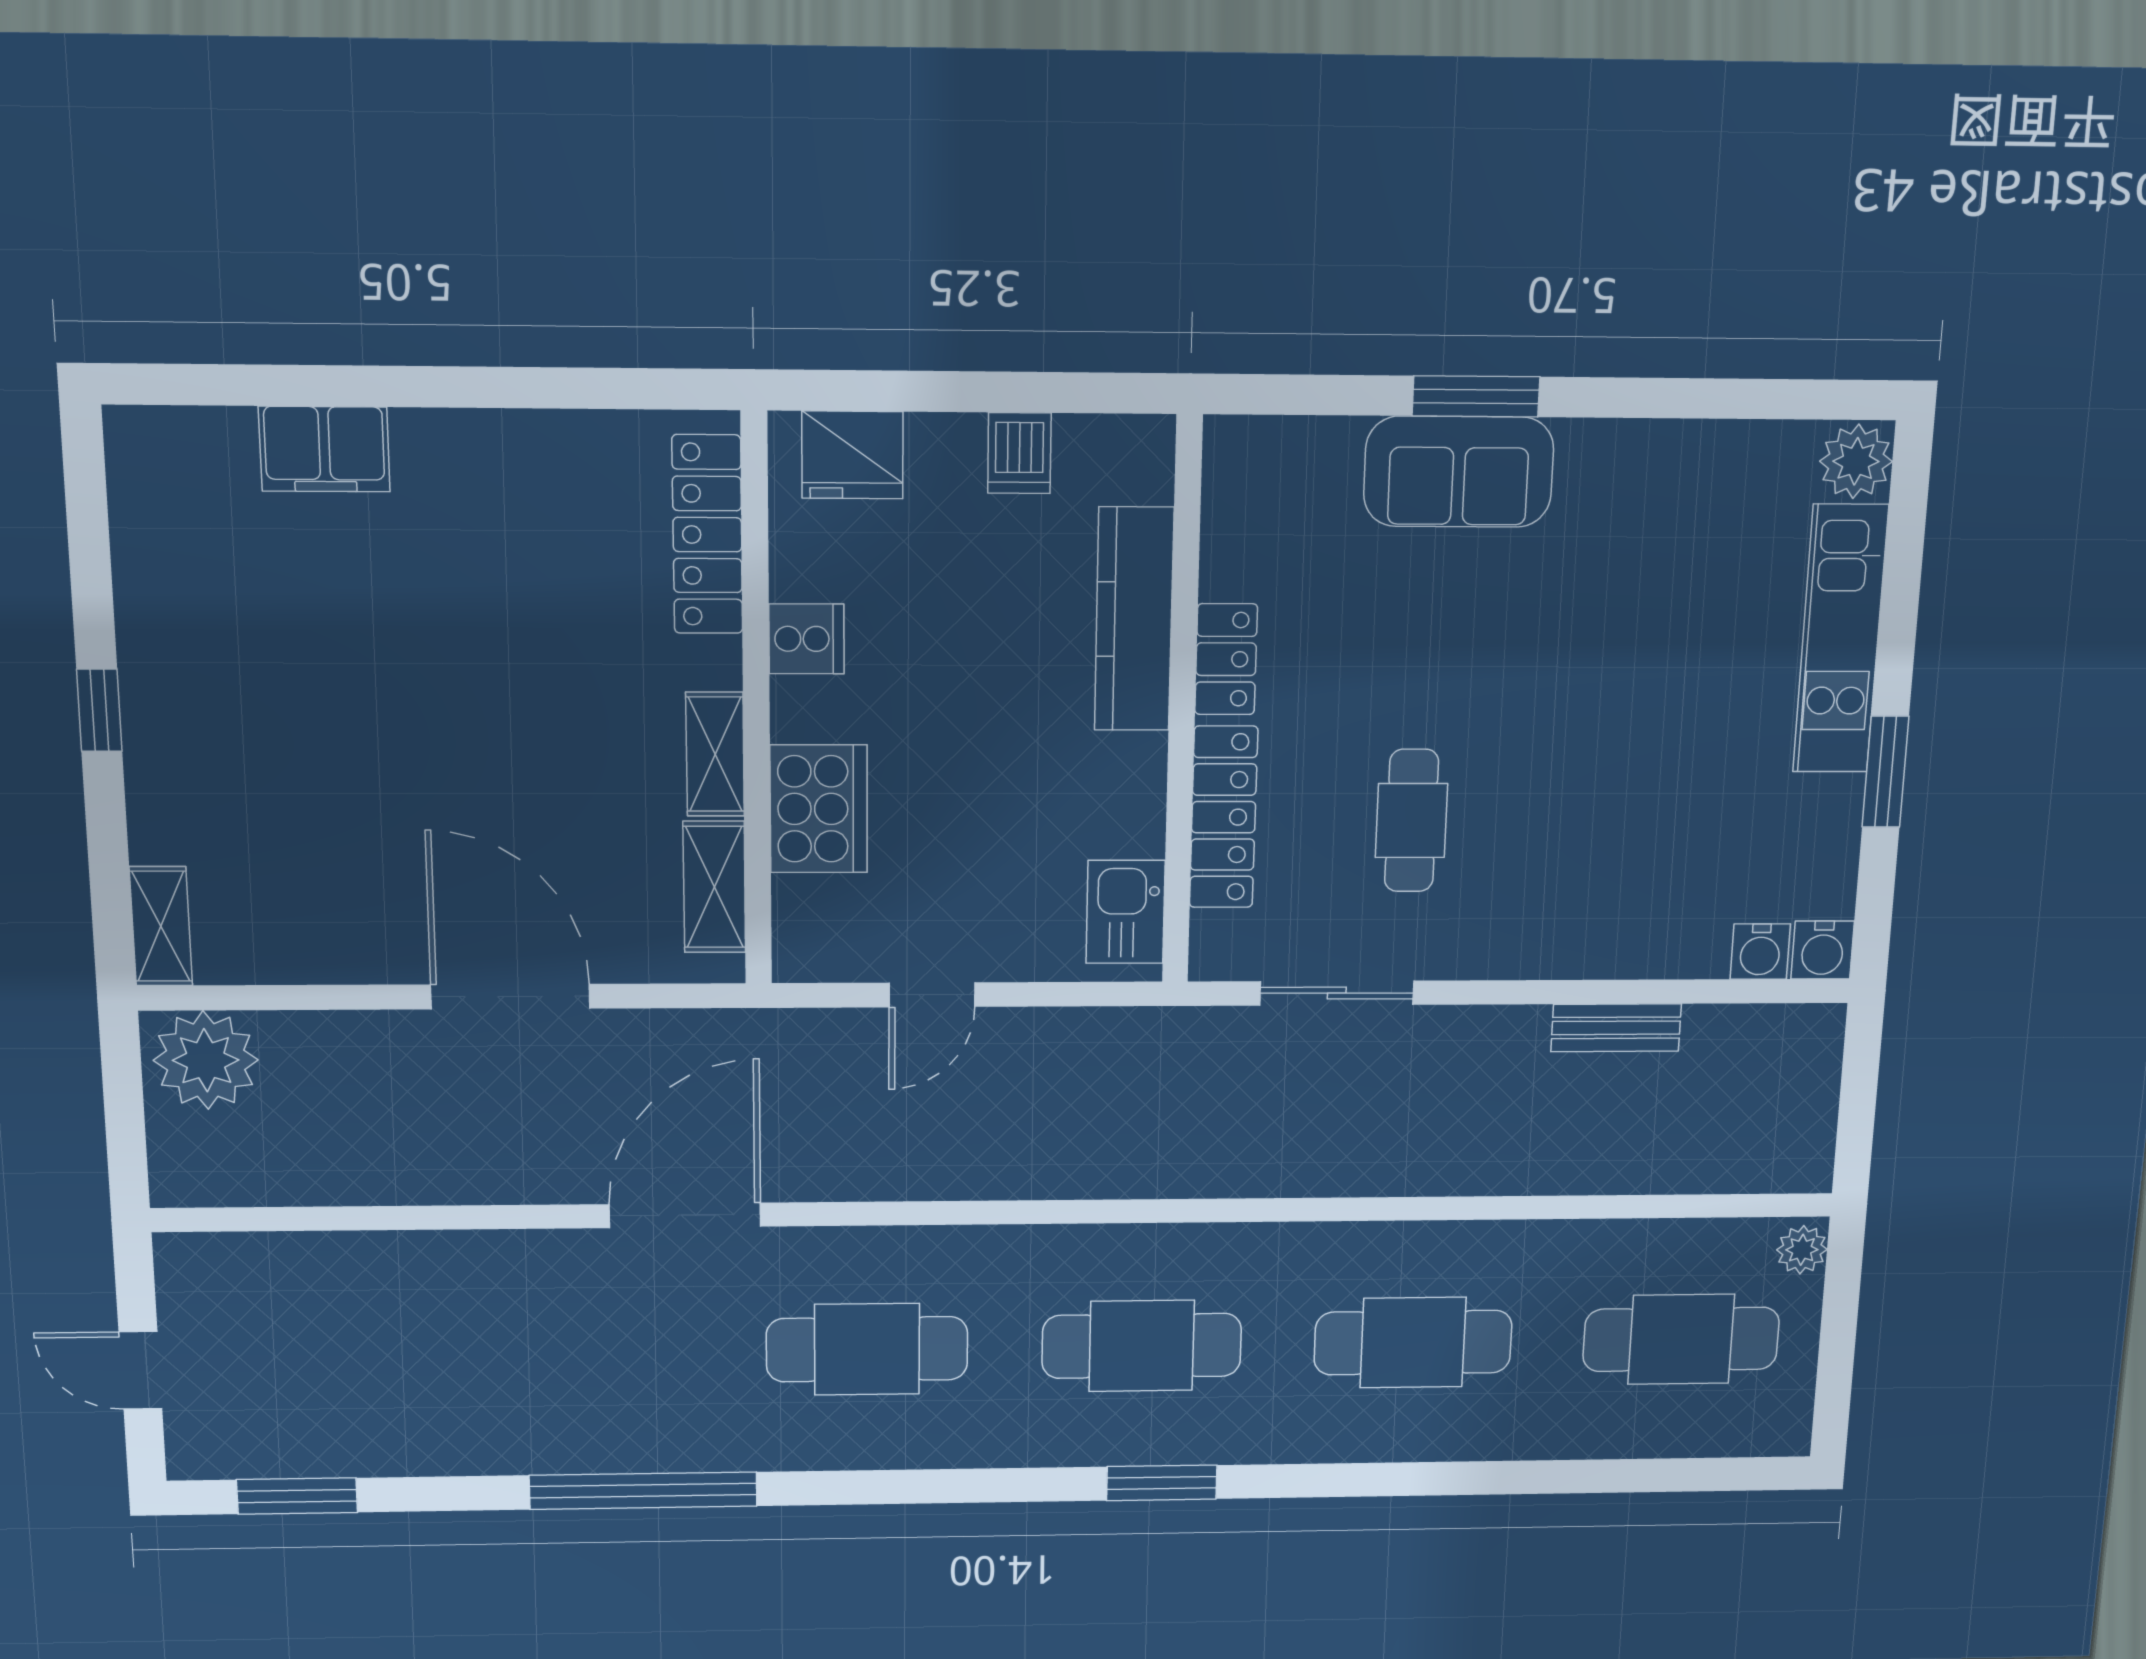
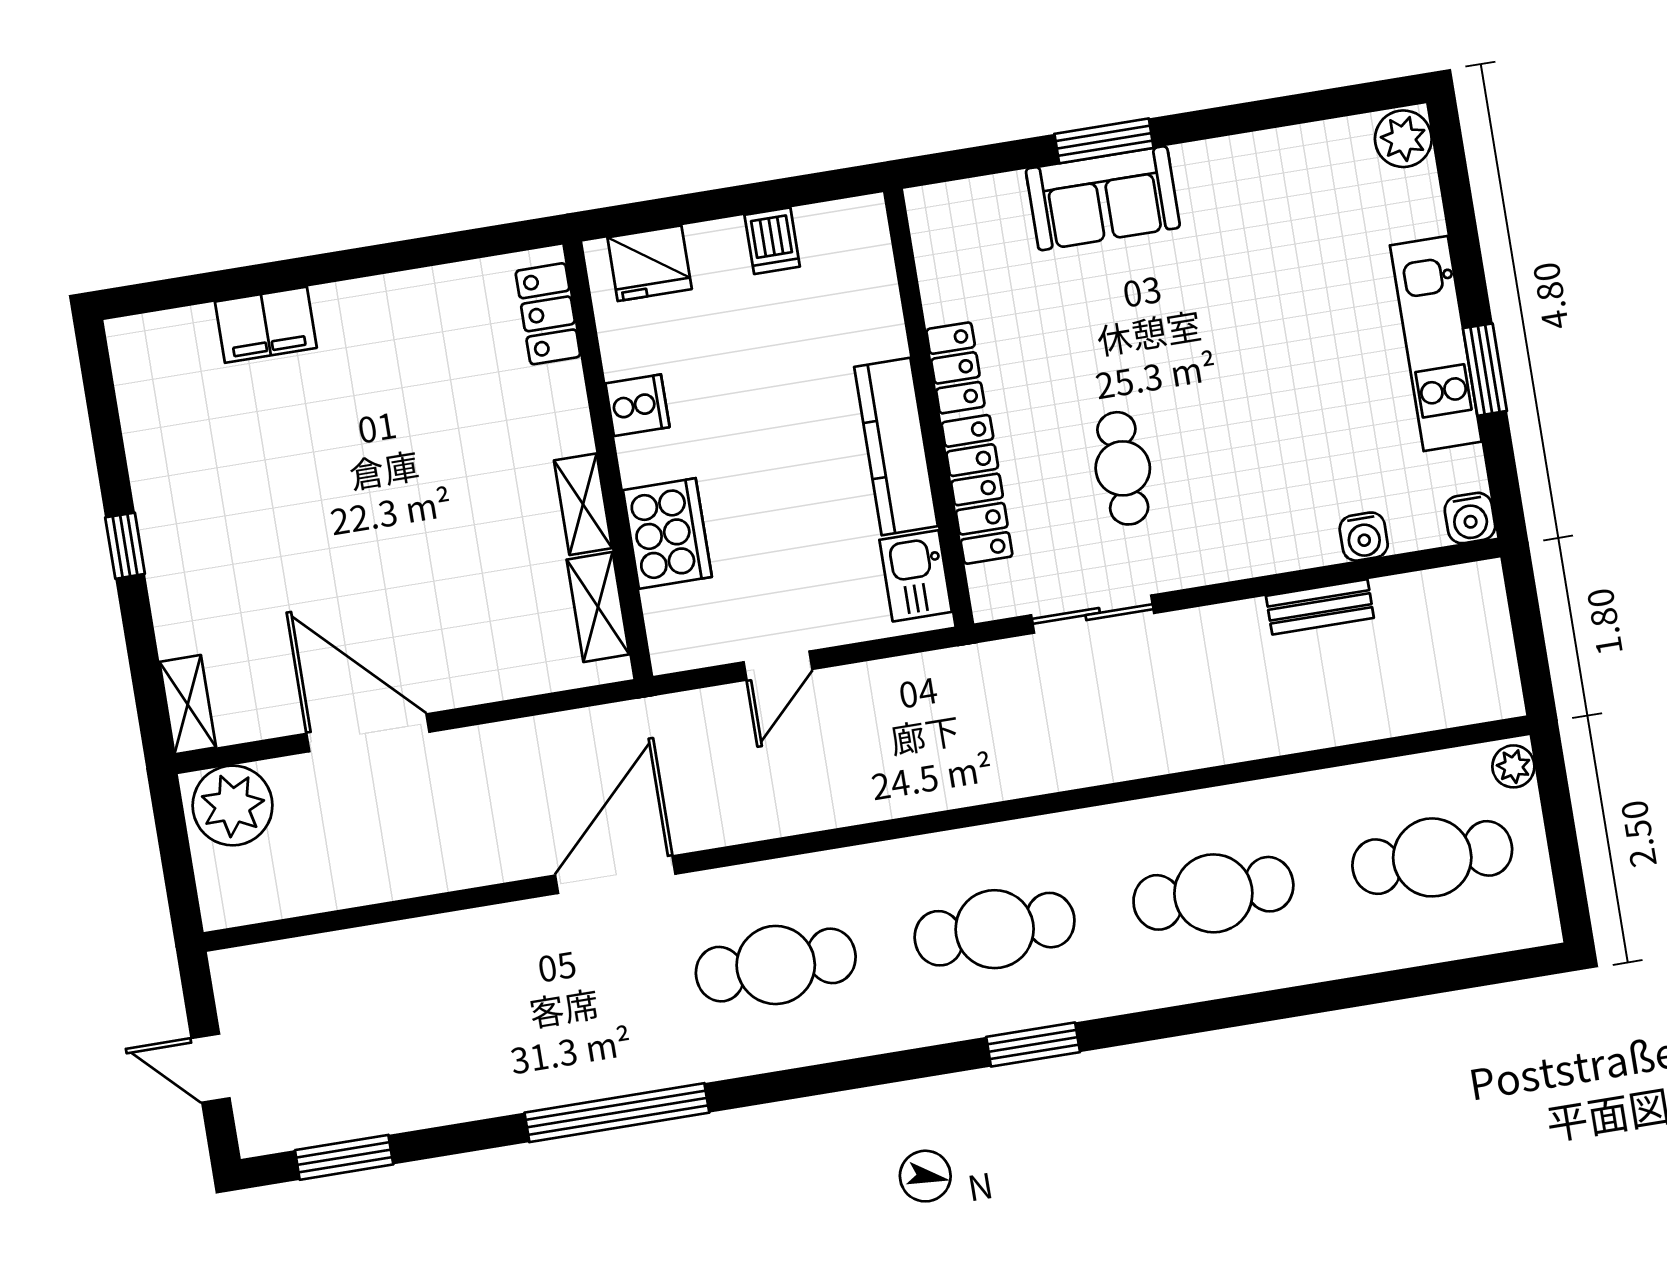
locker: (707, 535) -> (548, 314), width x0.66
kitchen counter: (1134, 619) -> (896, 447), moved
kitchen unit: (1840, 639) -> (1436, 344), moved
water cooler: (1760, 952) -> (1364, 537), moved
door: (510, 997) -> (368, 733), moved

